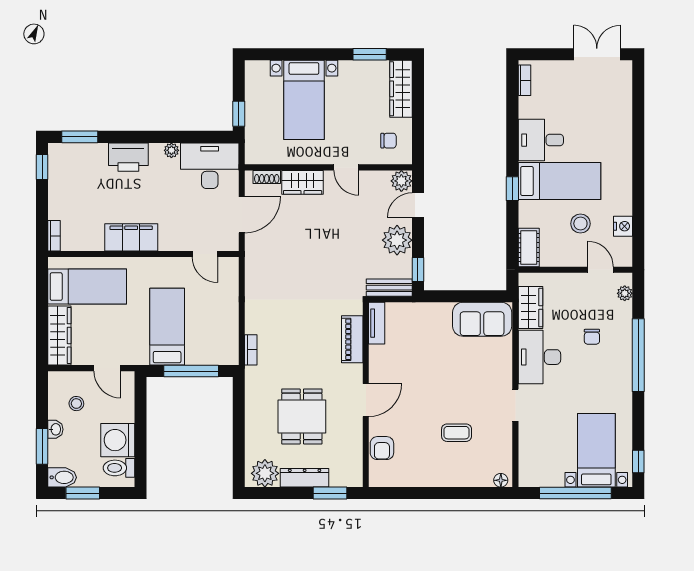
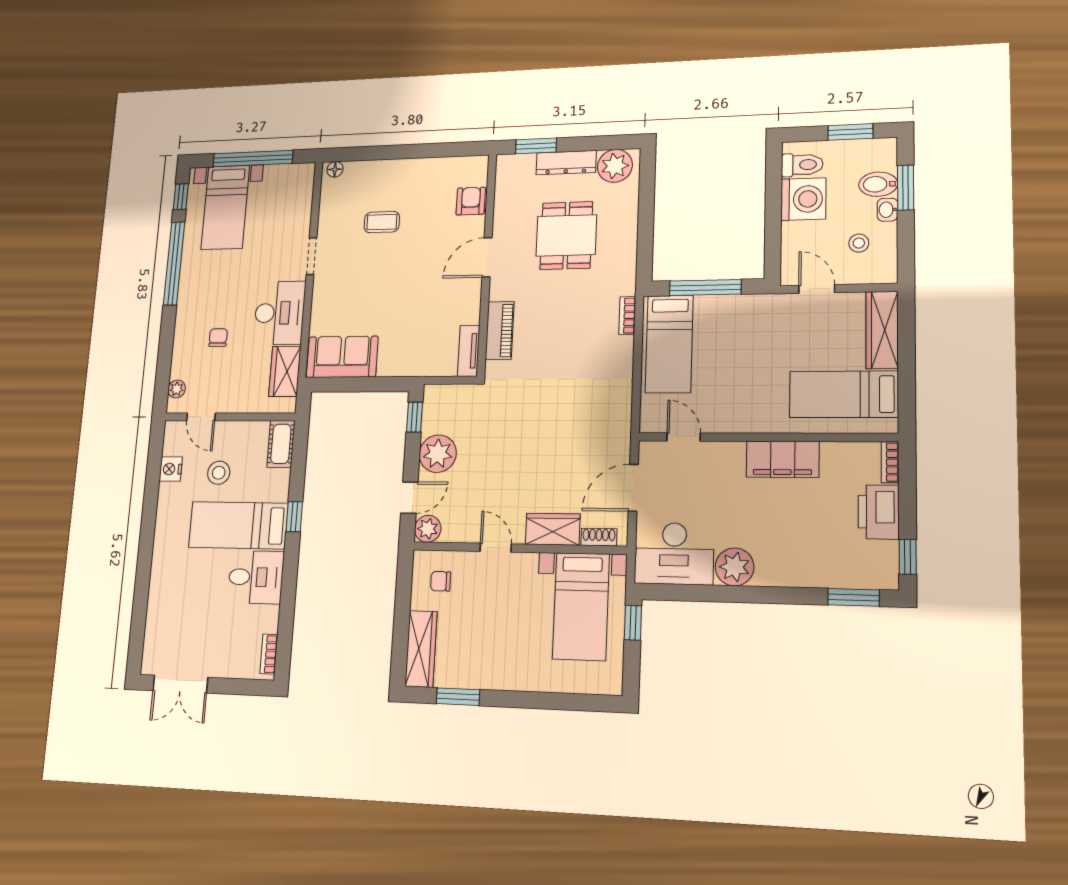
bed with nightstands: (304, 100) -> (581, 606), moved, turned 180
plant: (171, 150) -> (735, 567), width x1.88, depth x1.88
printer: (128, 157) -> (879, 512), moved, turned -90
bench: (389, 288) -> (451, 395), removed
bed: (167, 327) -> (669, 344), moved
window: (638, 355) -> (174, 263), moved
bidet: (62, 477) -> (878, 184), moved

